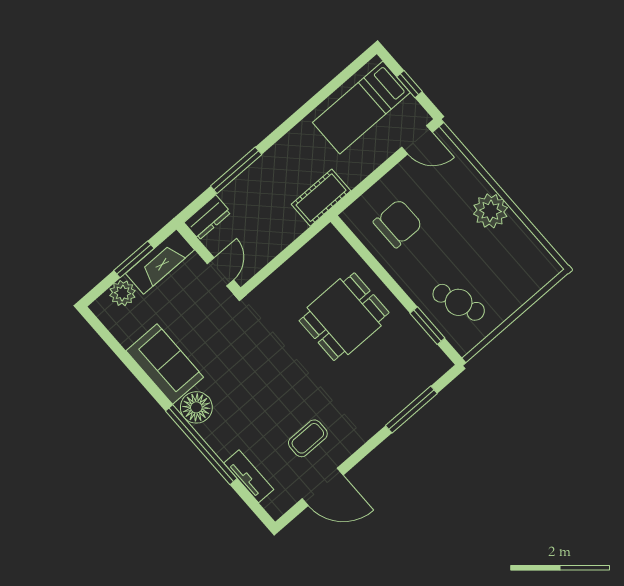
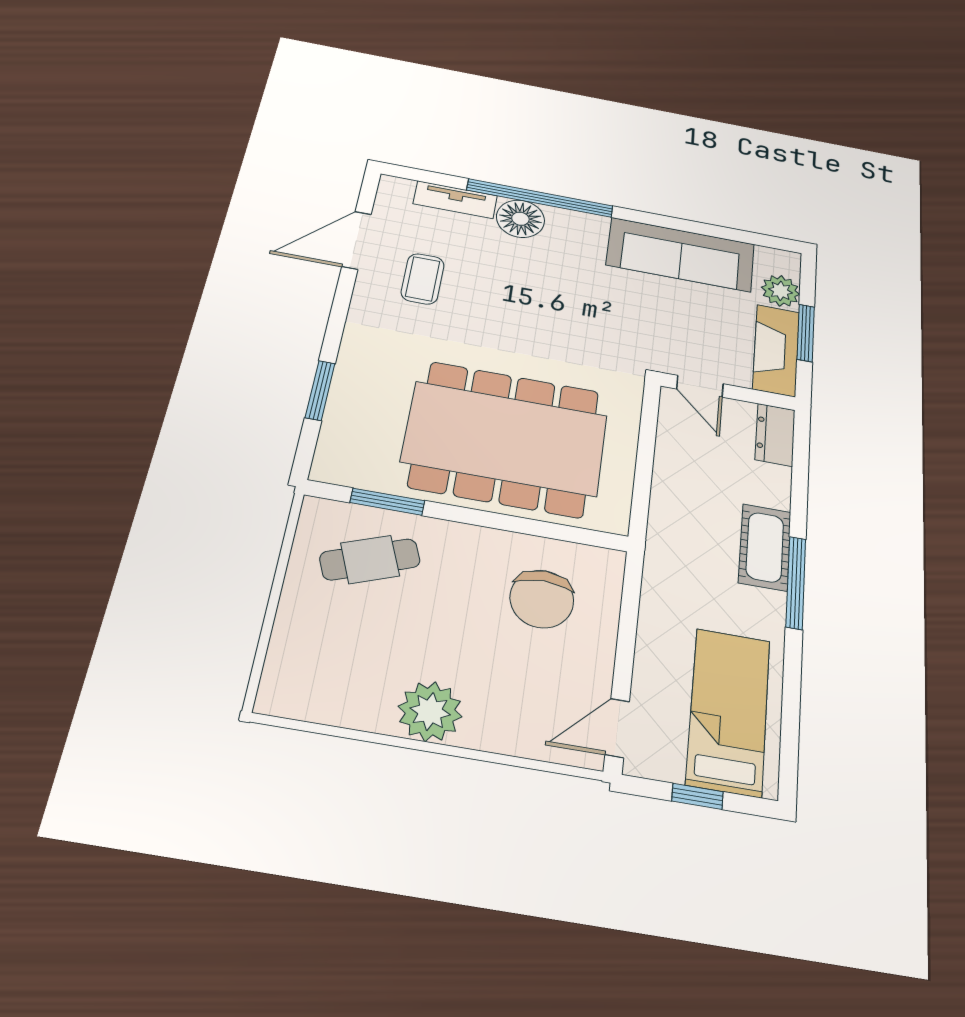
window: (236, 170) -> (796, 583), moved
cot: (321, 198) -> (765, 547), moved
dining table: (344, 317) -> (505, 439), width x1.88, depth x1.24
sofa: (165, 364) -> (681, 255), width x1.36
floor lamp: (196, 407) -> (520, 219), moved
window: (411, 409) -> (320, 390), width x0.69

